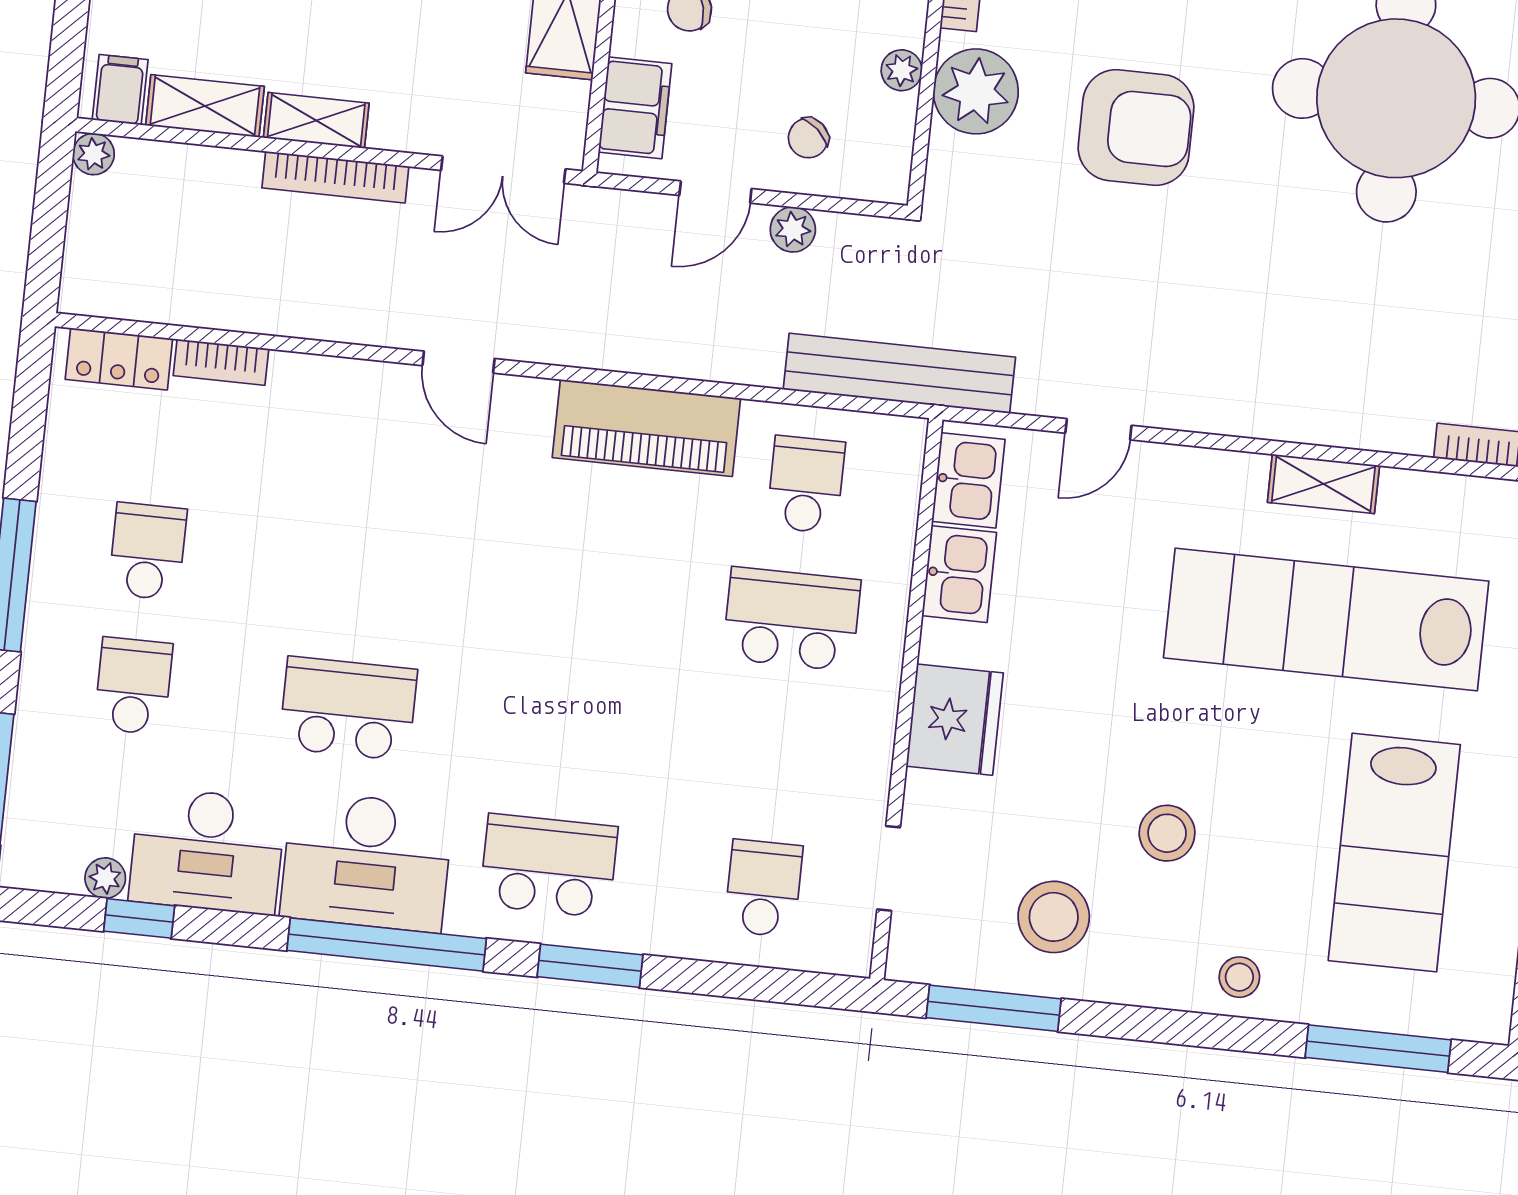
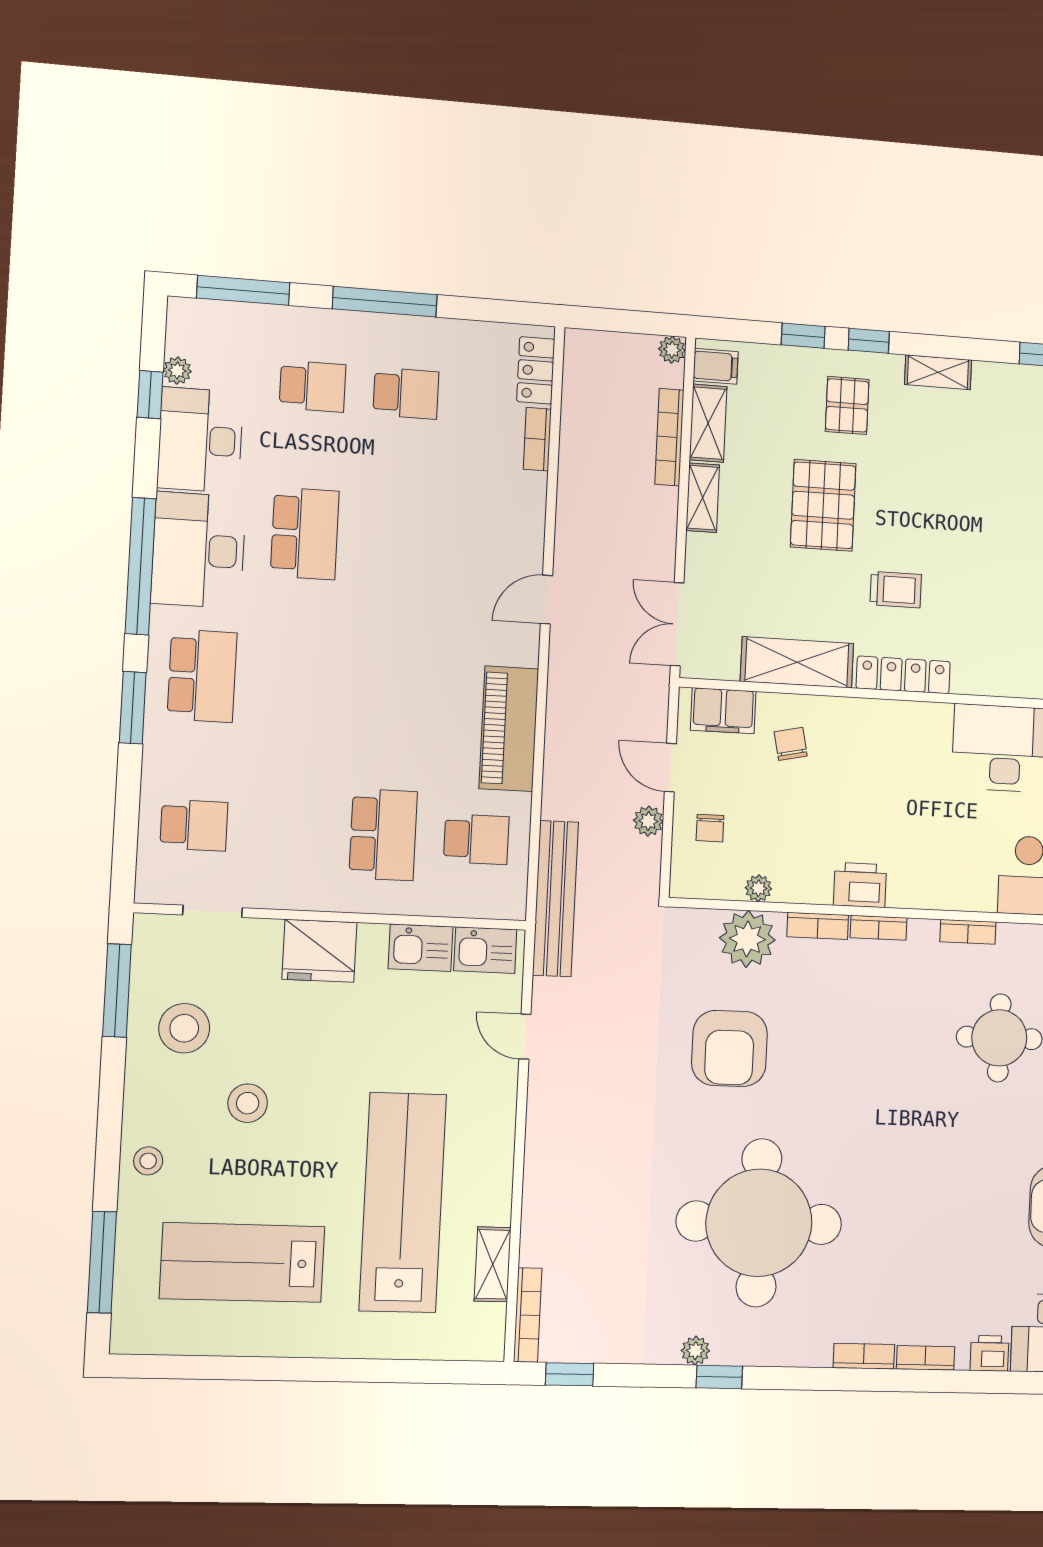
chair: (808, 138) -> (710, 828), turned -132
bookcase: (335, 177) -> (669, 437), moved
shelving: (1323, 484) -> (493, 1264), moved

